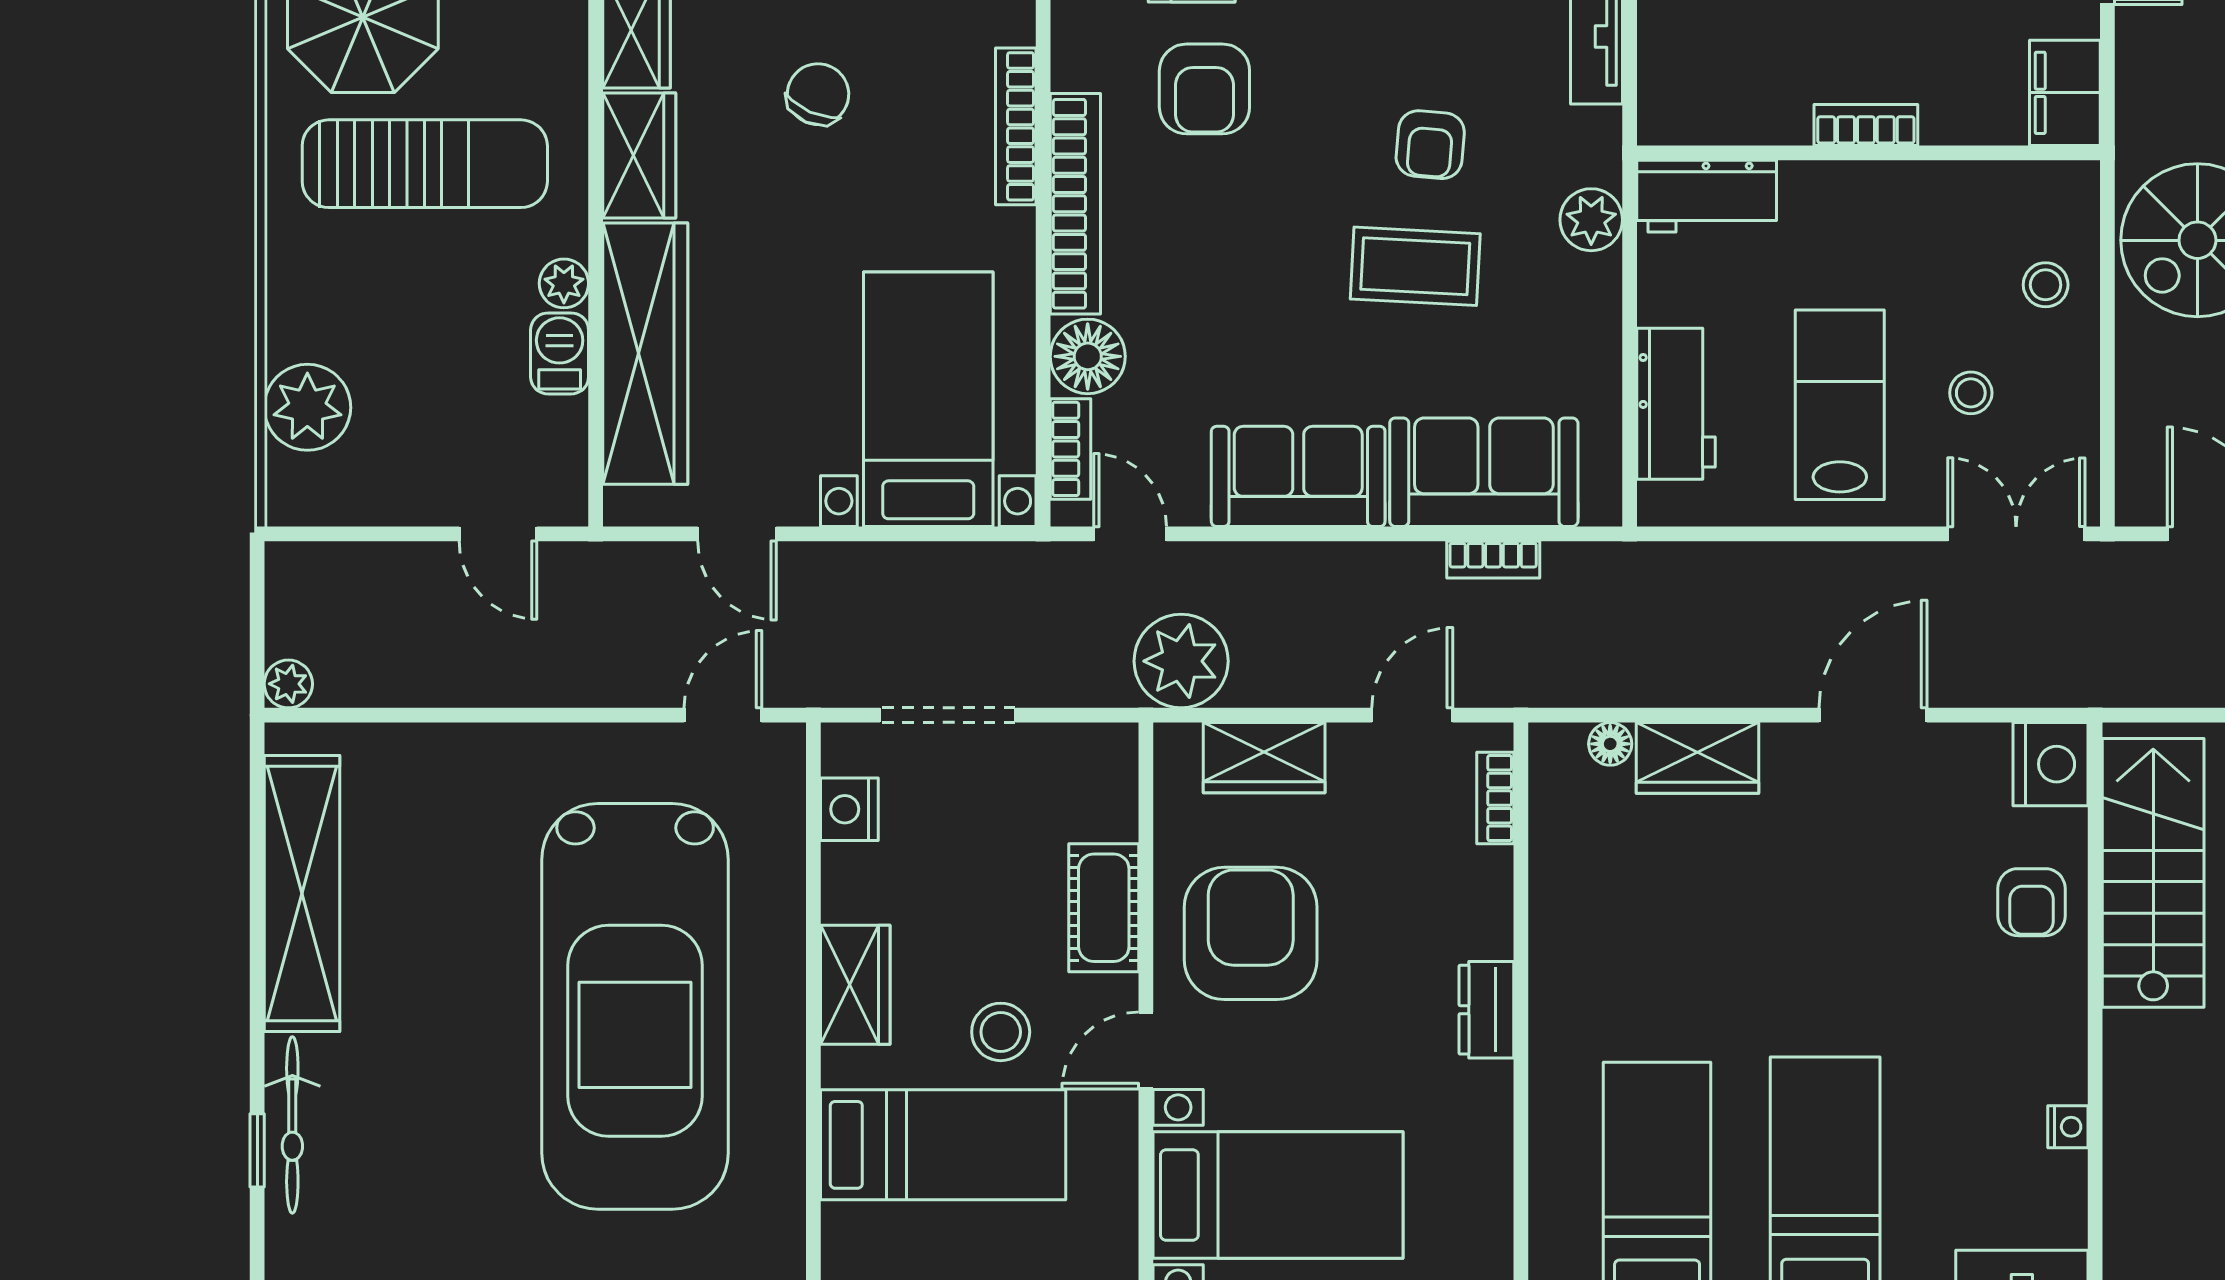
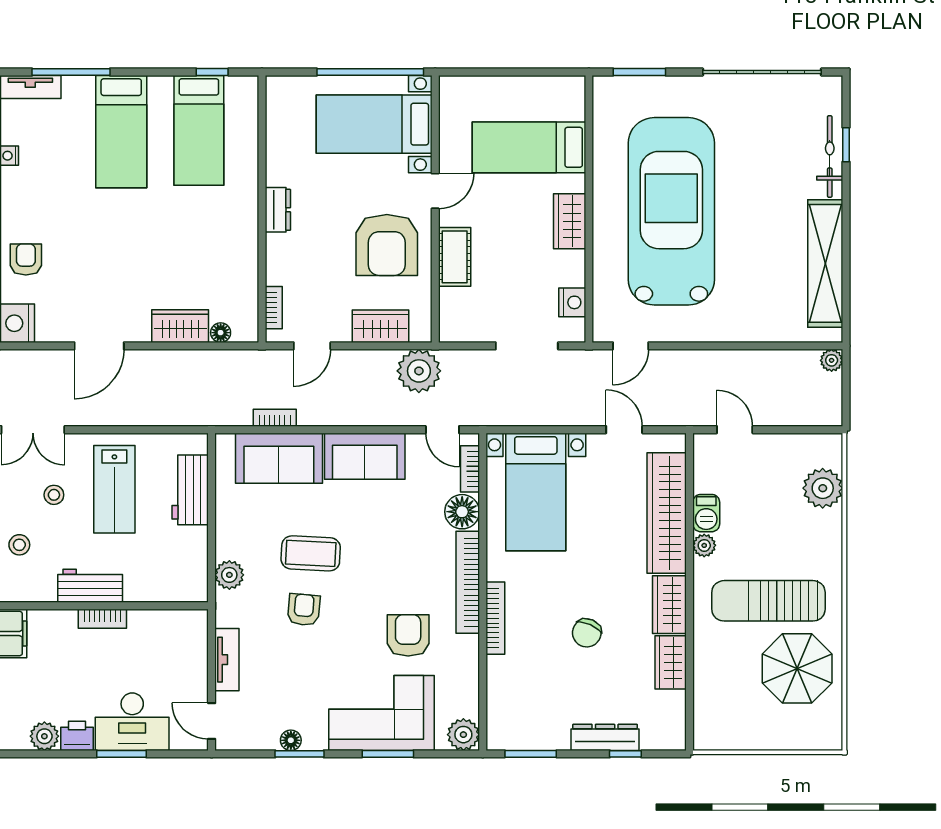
workbench: (1707, 196) -> (90, 586), moved
stool: (1001, 1032) -> (502, 199), removed

